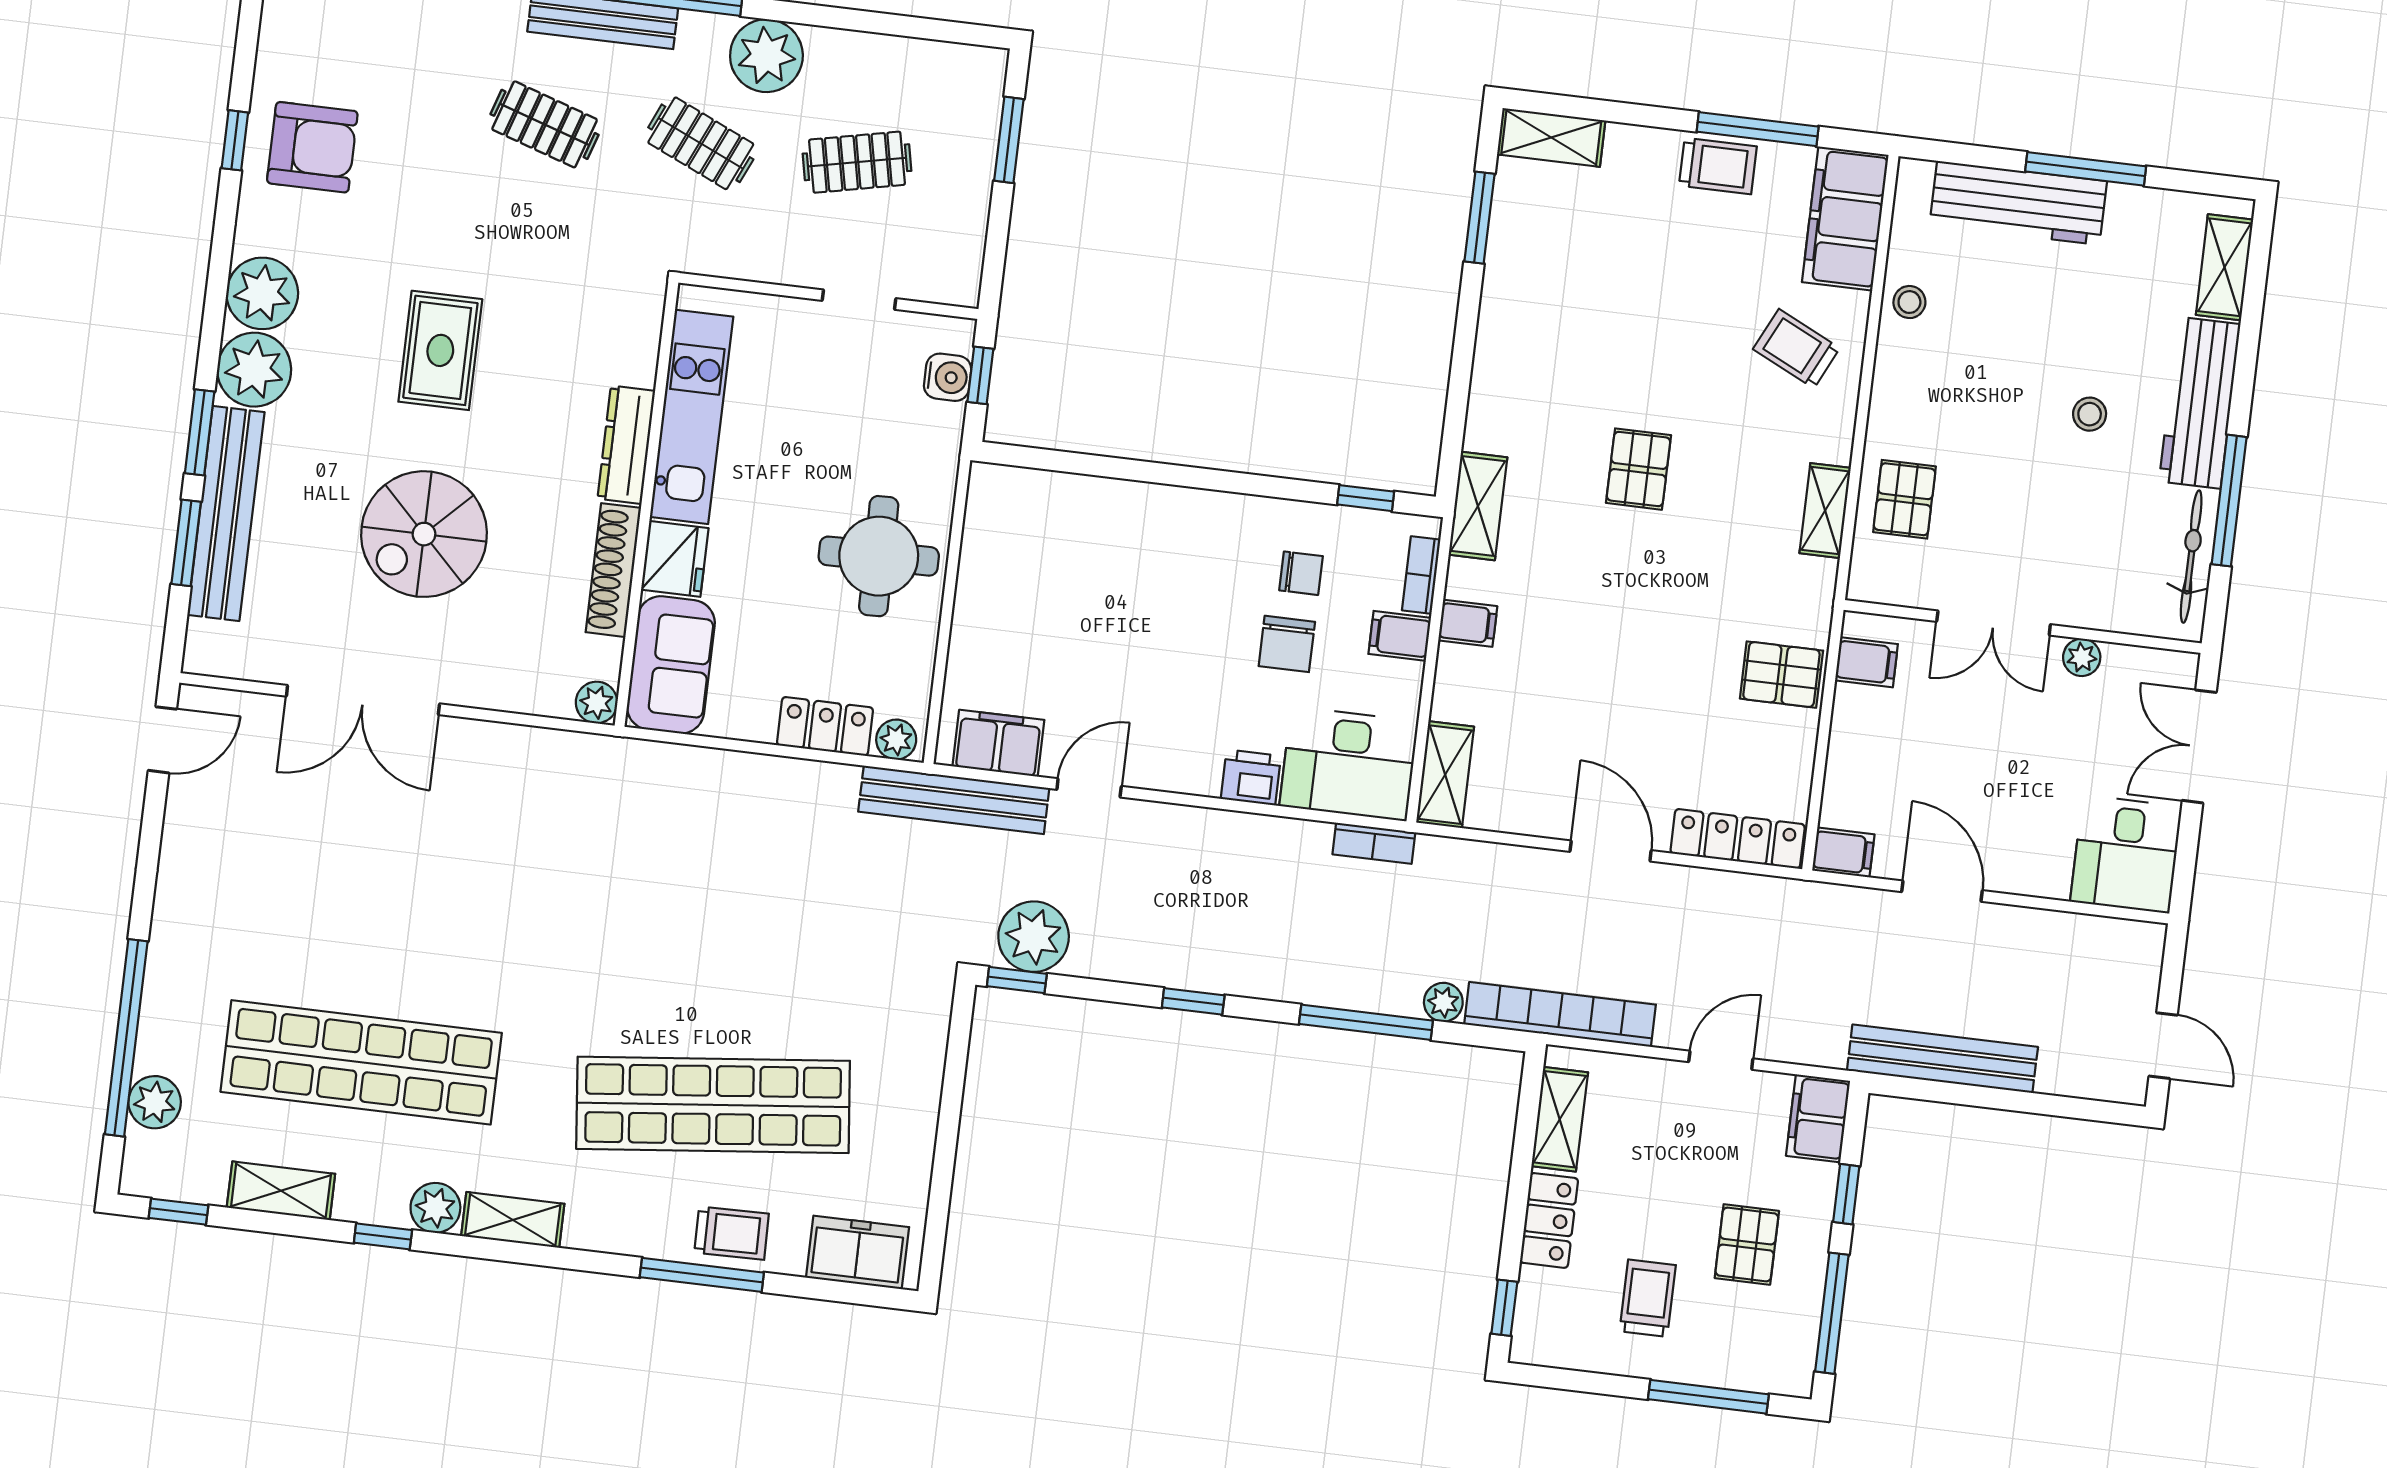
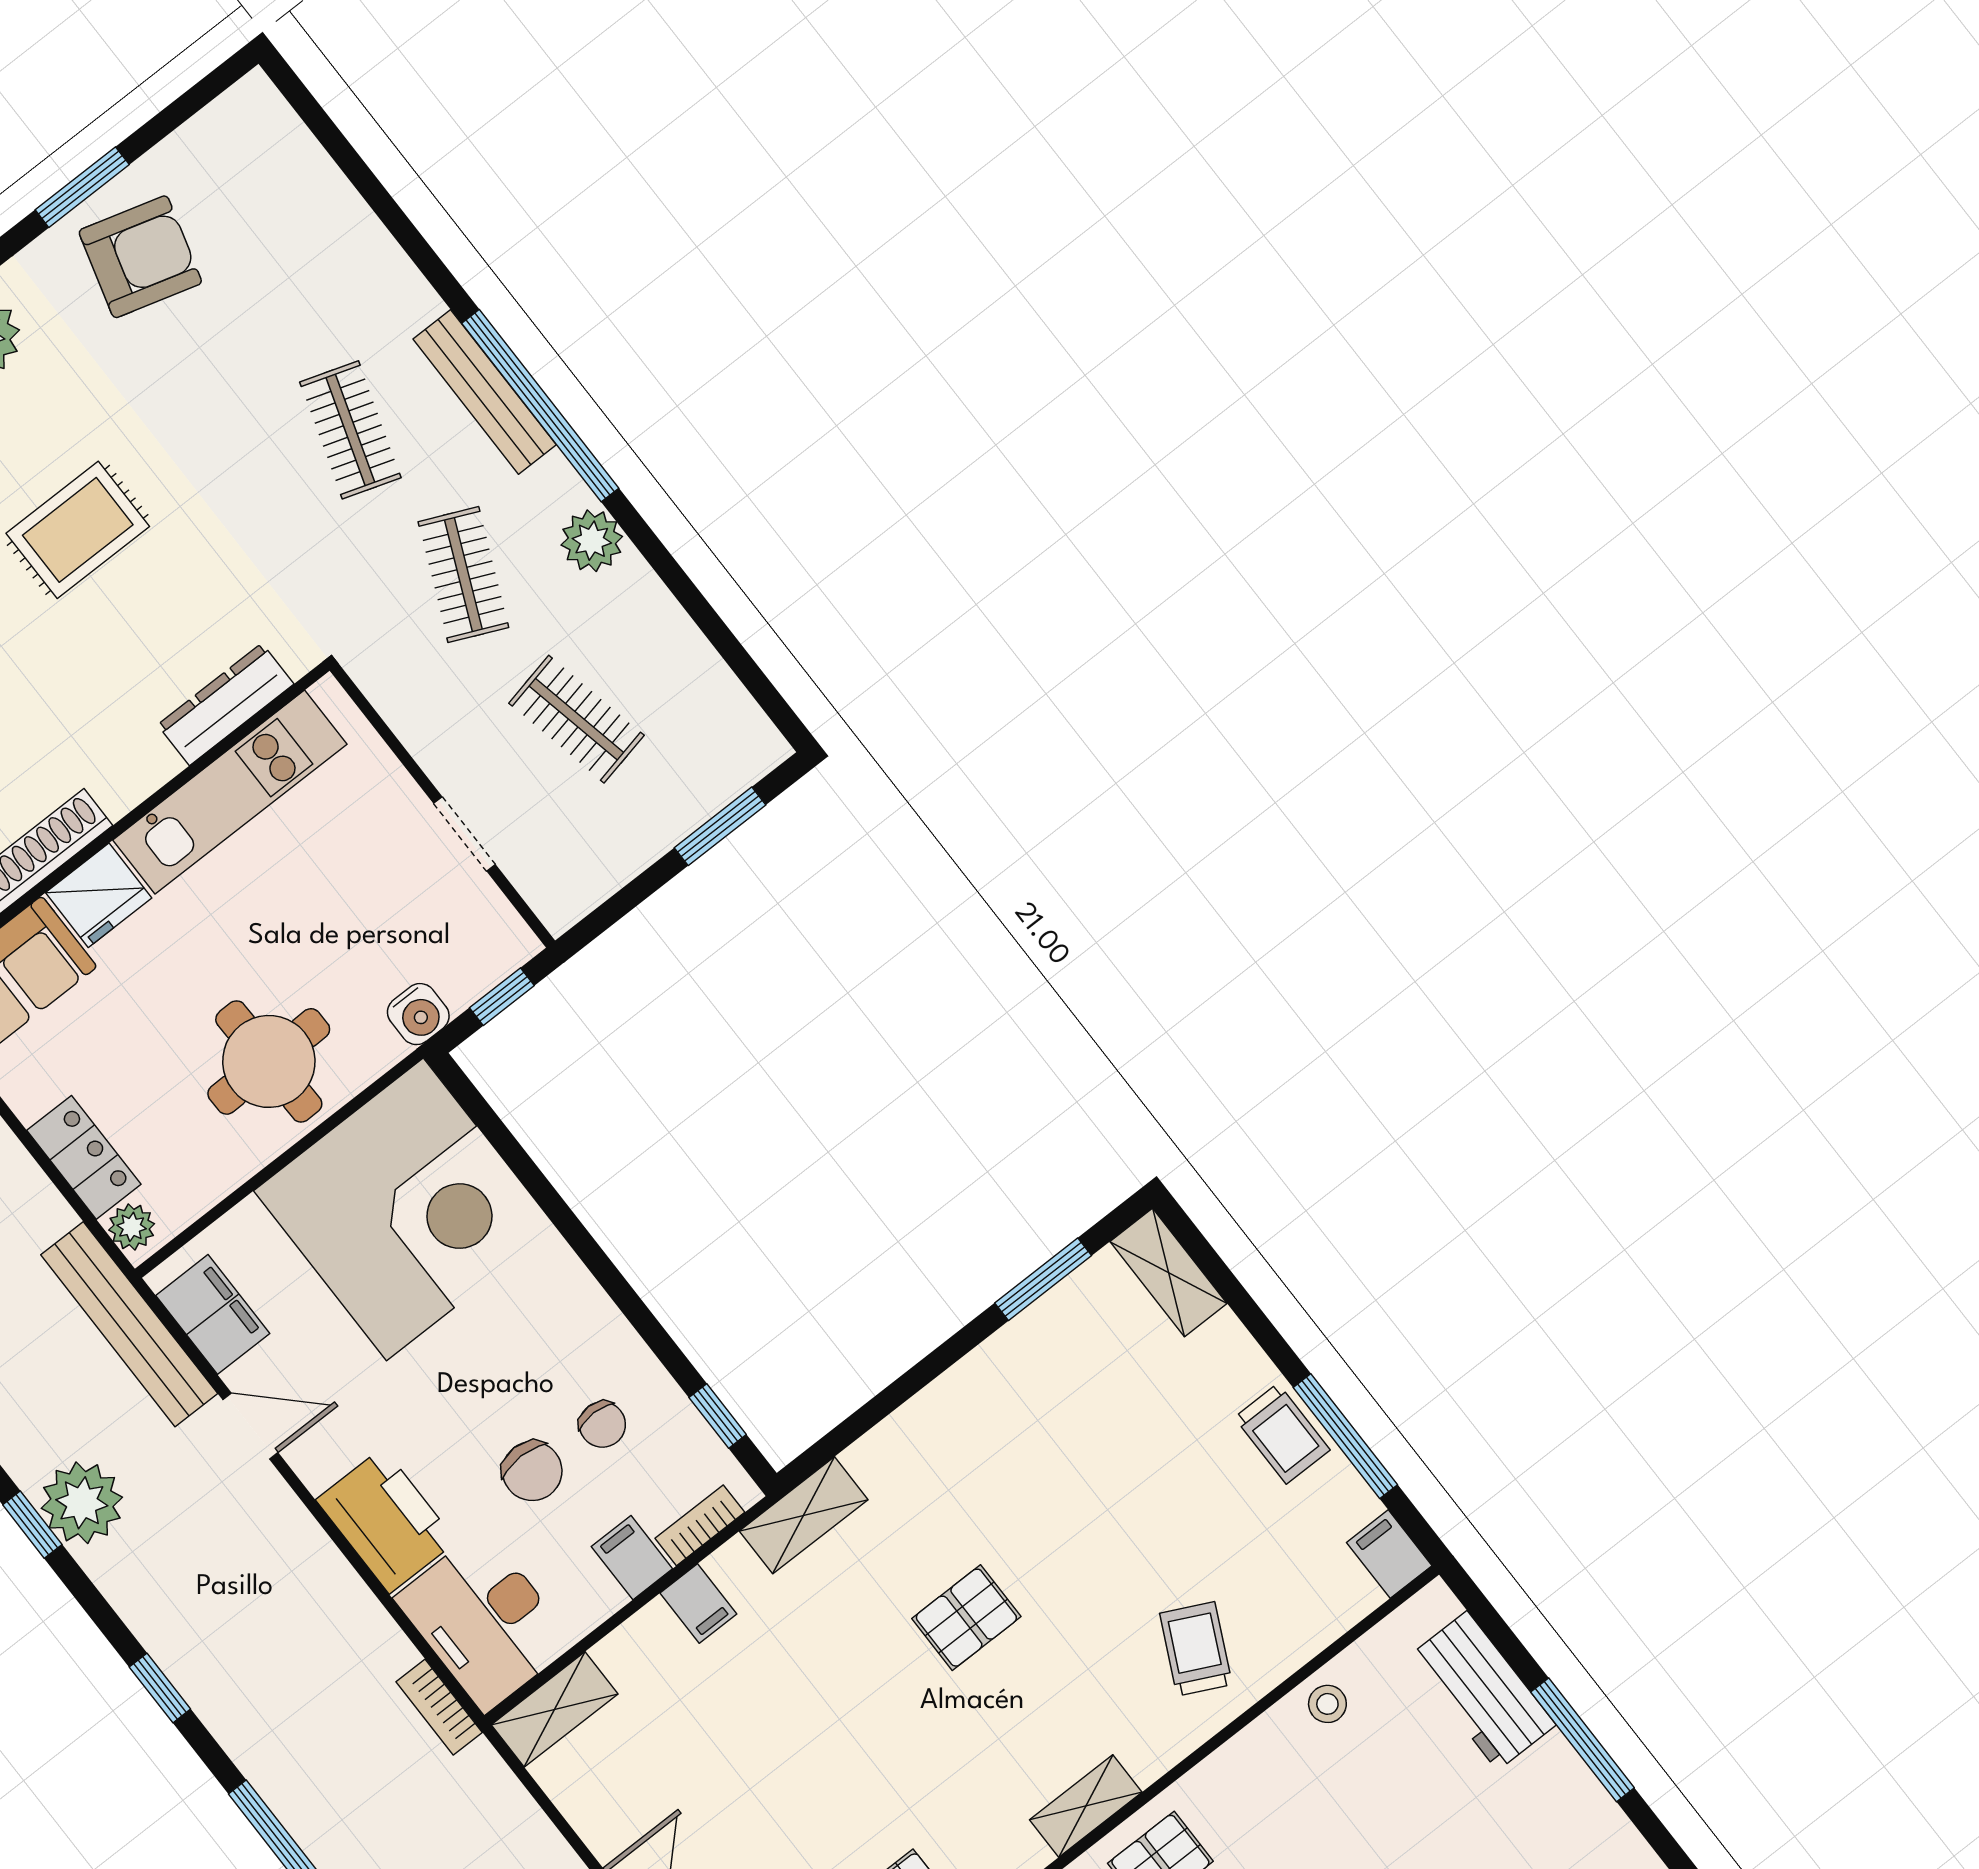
plant: (766, 56) -> (592, 541), width x0.73, depth x0.73
window: (235, 140) -> (82, 187), width x1.50
armchair: (312, 147) -> (140, 257), turned -74
workbench: (2018, 203) -> (1482, 1691), width x0.73
filing cabinet: (1845, 218) -> (1389, 1554), width x0.33, depth x0.86
water cooler: (948, 377) -> (418, 1014), moved
dresser: (626, 445) -> (226, 704), moved
corner desk: (1051, 563) -> (405, 1209), added
chair: (1287, 644) -> (532, 1471), turned -90
printer: (1251, 777) -> (386, 1521), width x1.87, depth x1.48

